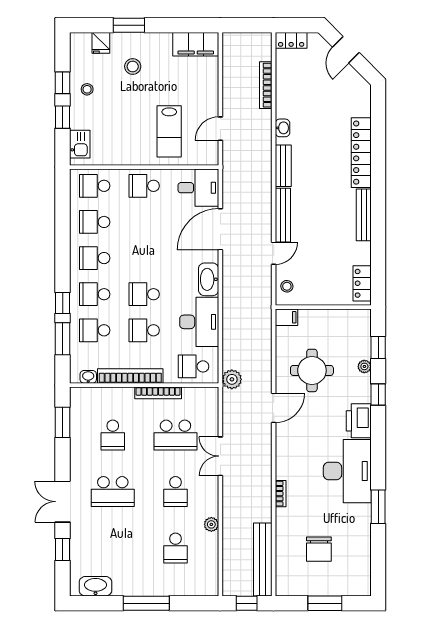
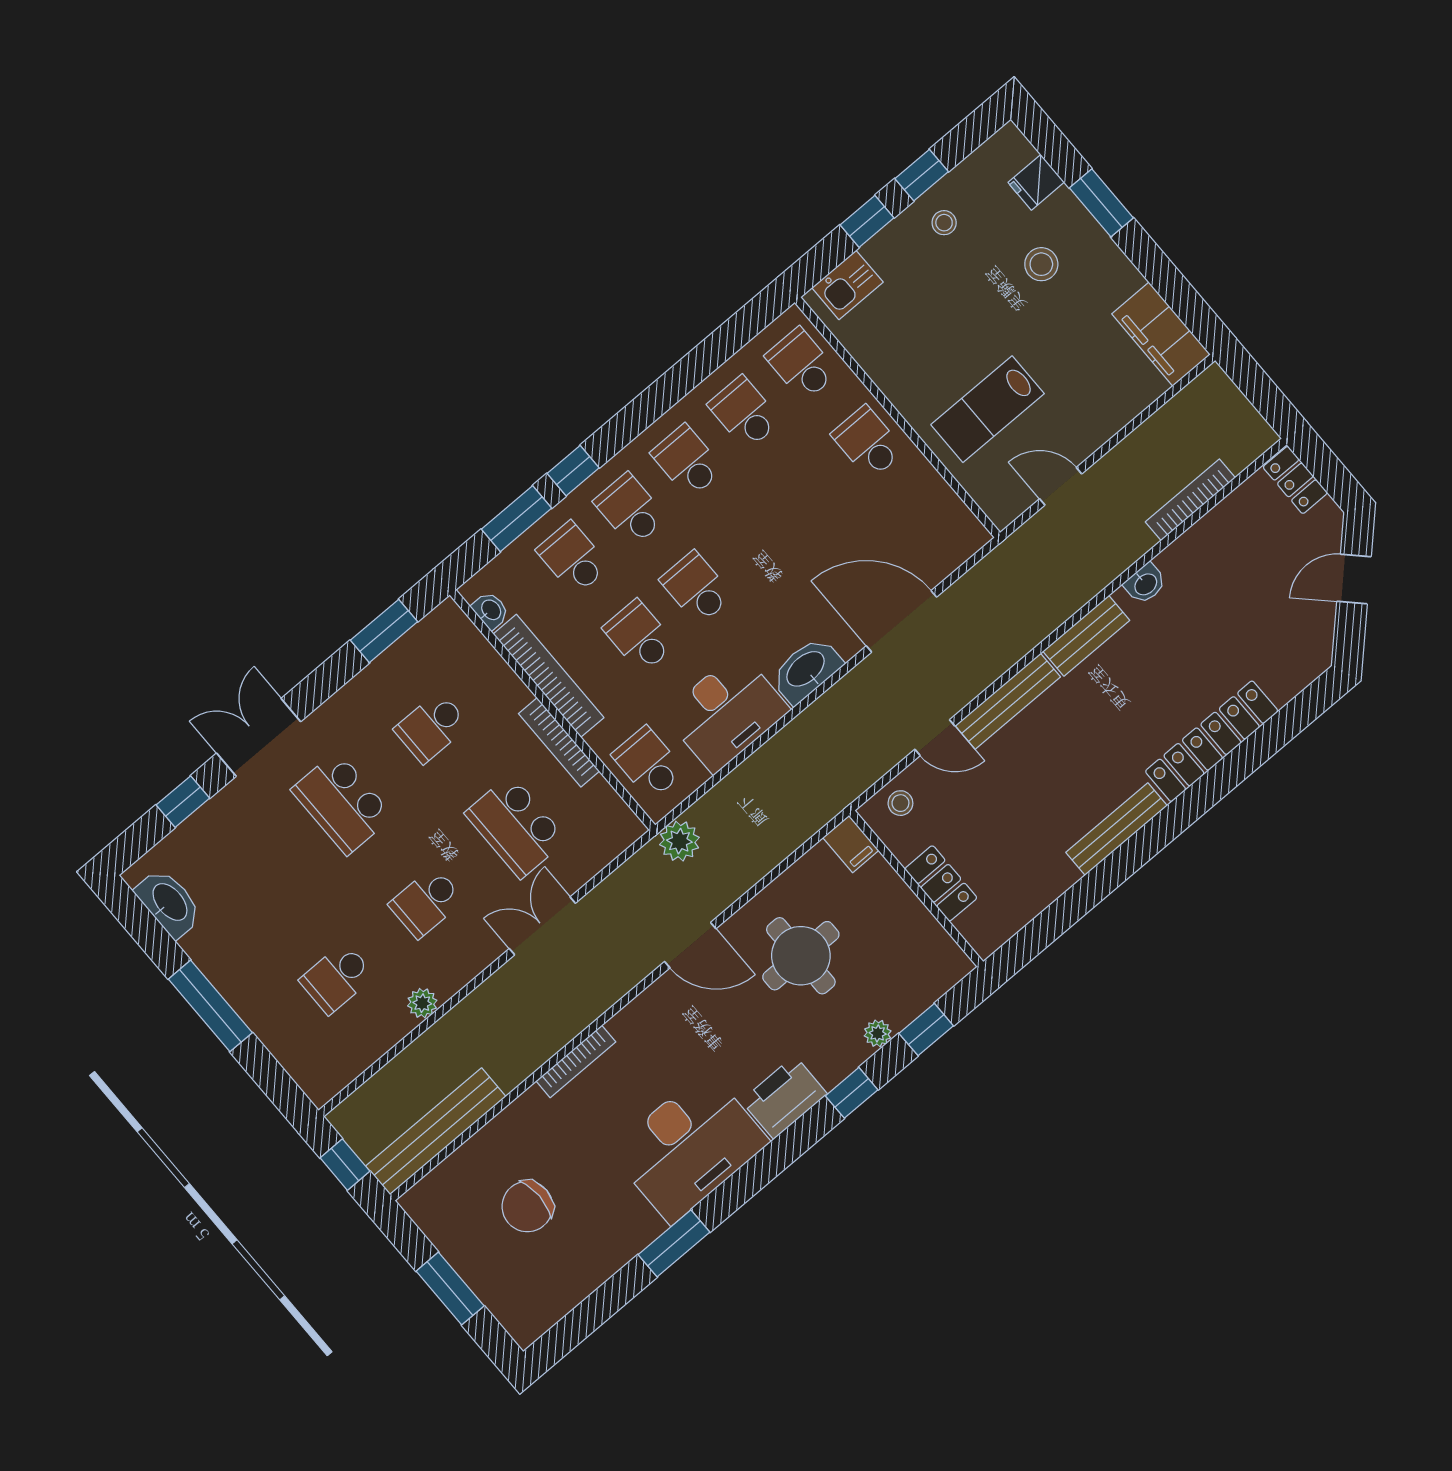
desk: (198, 188) -> (938, 531), removed
locker: (362, 283) -> (941, 883), moved, turned 90
bookcase: (281, 494) -> (576, 1061), width x1.56

